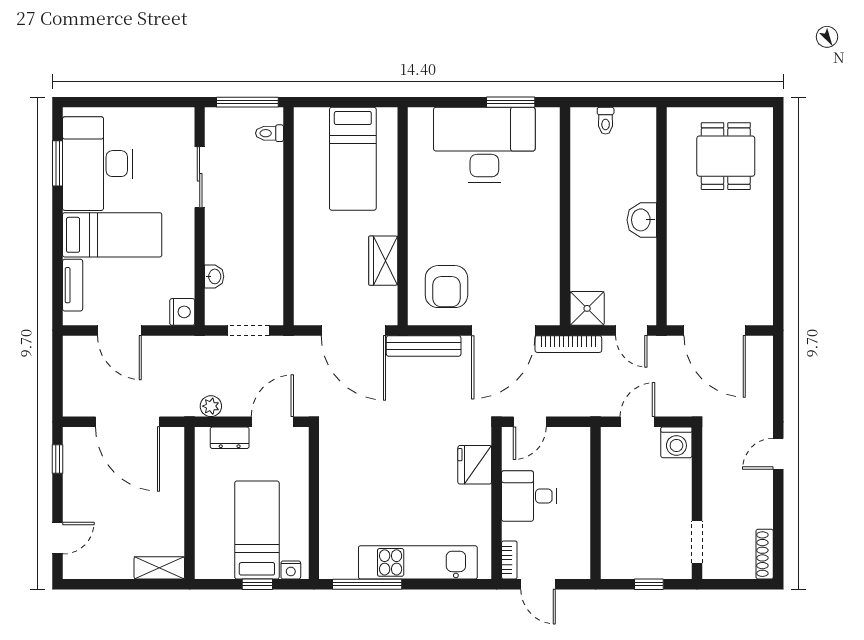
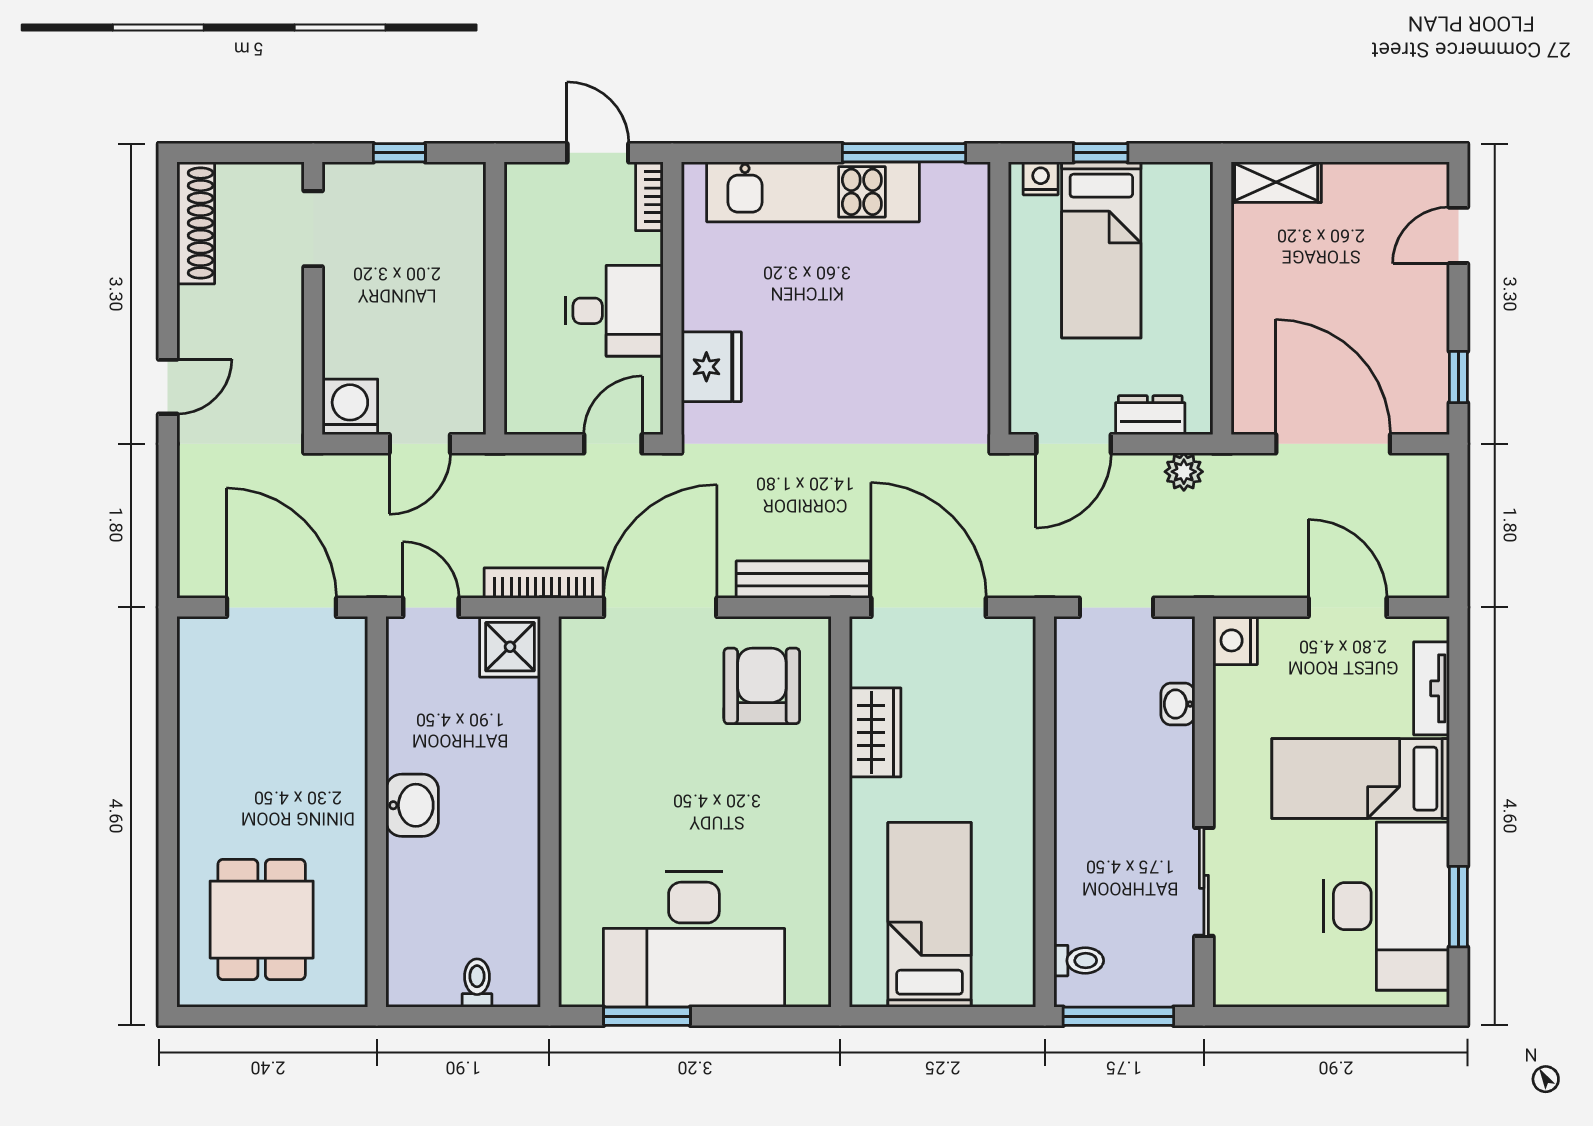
shoe rack: (765, 554) -> (196, 223), width x1.36, depth x1.24

